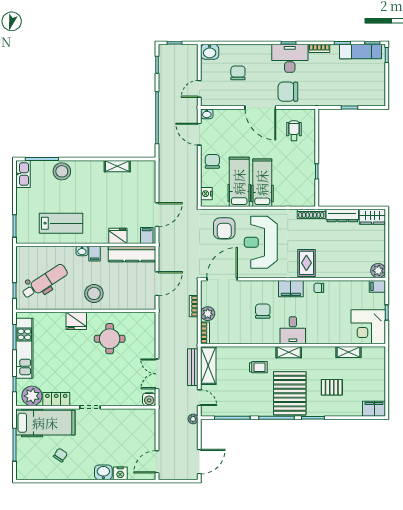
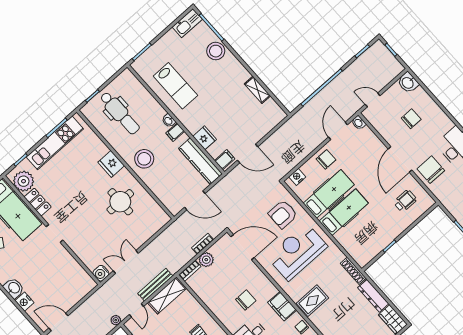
dental chair: (45, 282) -> (120, 113), turned 33

